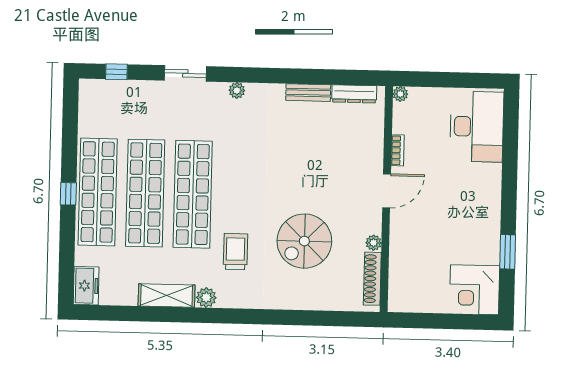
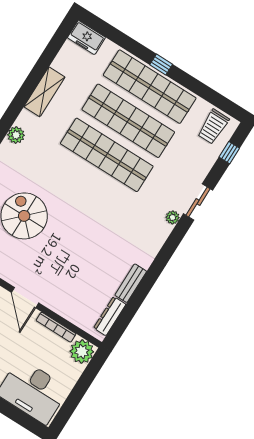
plant: (237, 90) -> (173, 217), moved
plant: (400, 94) -> (82, 352), width x1.88, depth x1.88
bookcase: (398, 150) -> (56, 327), width x1.56
trolley: (236, 252) -> (213, 127), moved, turned 90
plant: (206, 298) -> (16, 135), moved

